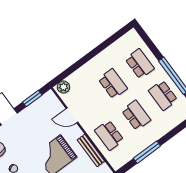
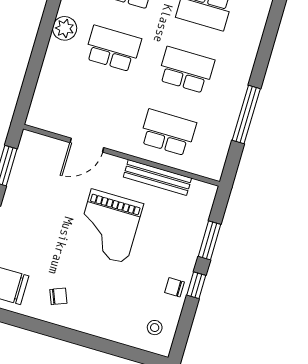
plant: (63, 87) -> (65, 28), moved
school desk: (109, 135) -> (168, 132), turned 180

